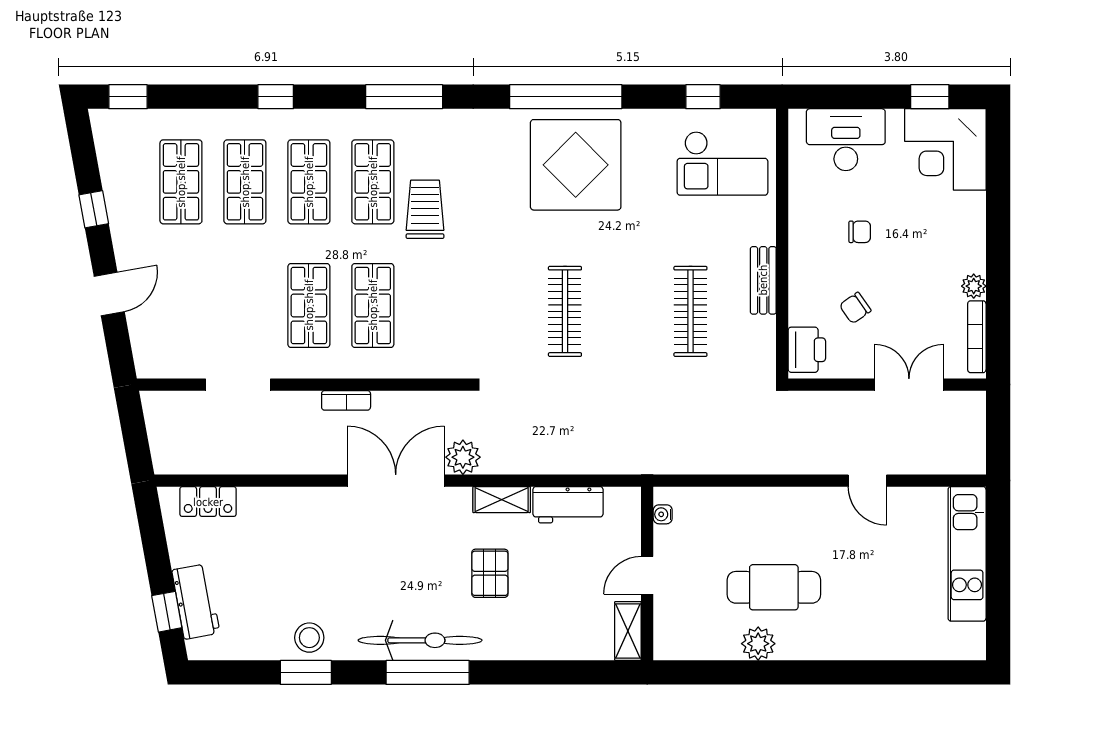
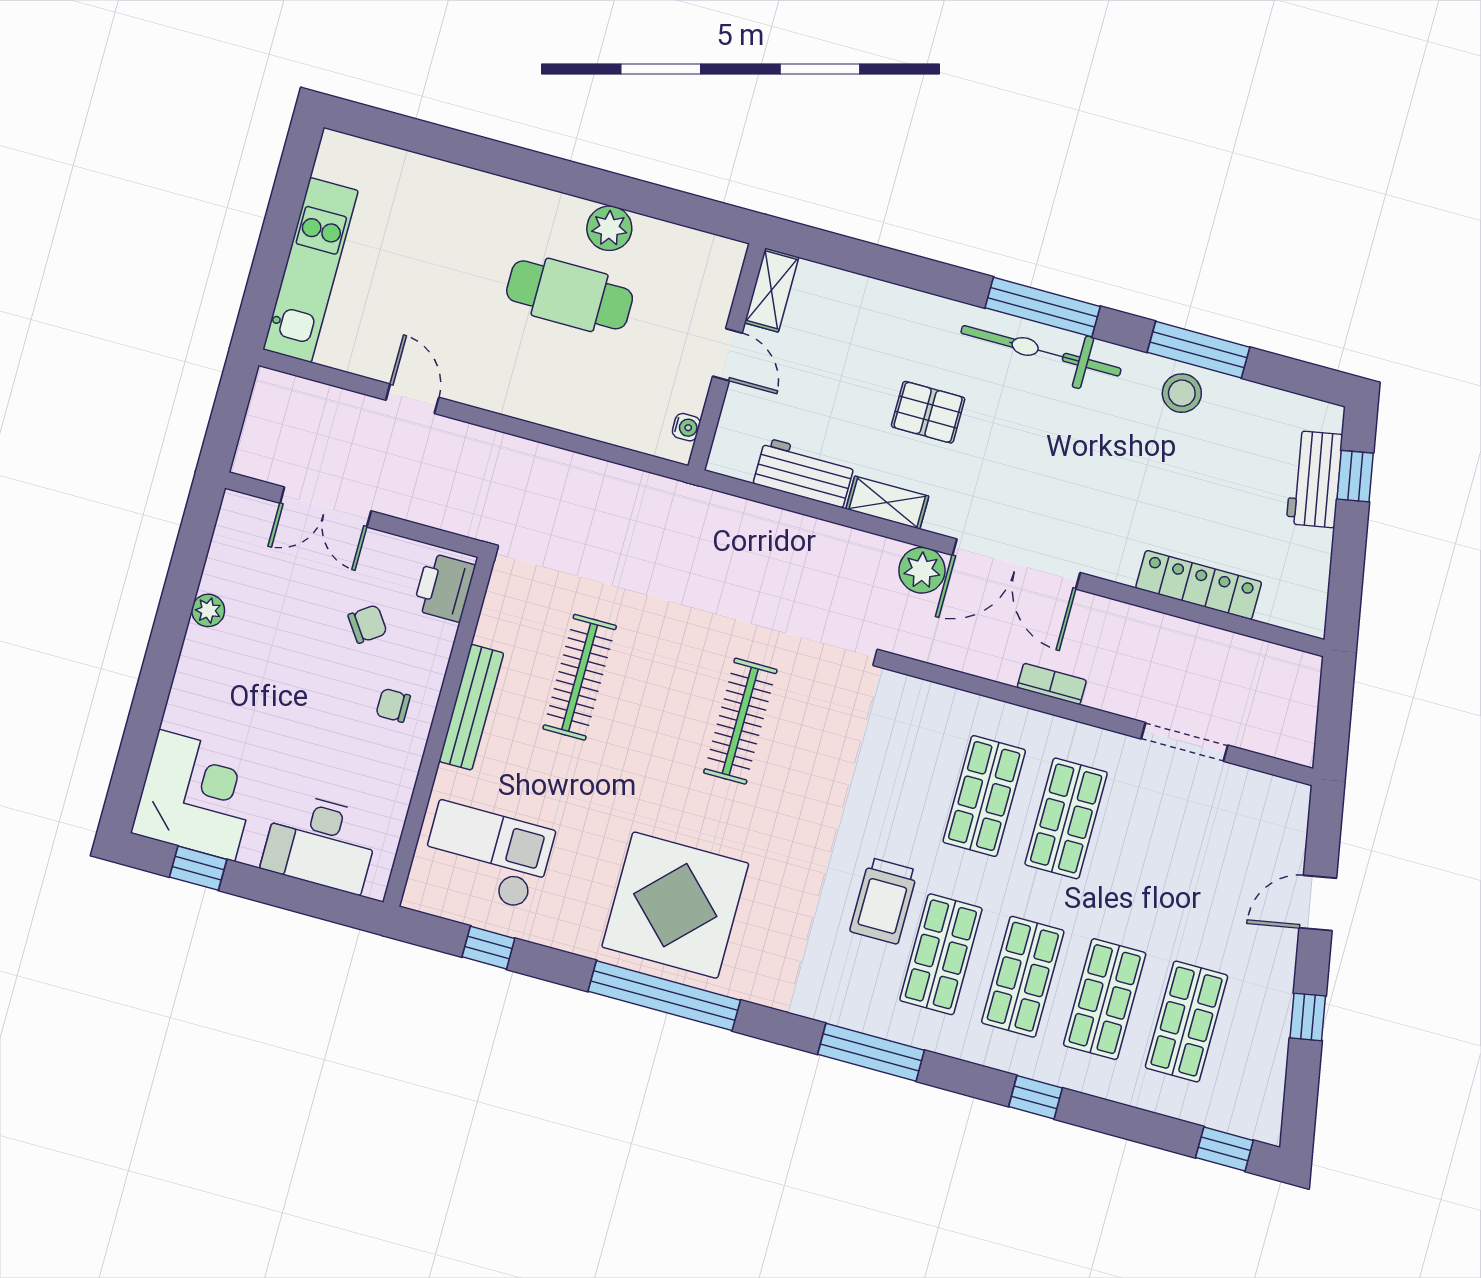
chair: (860, 232) -> (393, 705), moved
bench: (763, 280) -> (471, 707), width x1.36
bookcase: (977, 337) -> (222, 545), removed
locker: (208, 502) -> (1199, 585), moved, width x1.53
pallet: (490, 573) -> (928, 412), turned 90
door: (647, 575) -> (727, 355), hinge flipped
window: (306, 672) -> (1199, 350), width x1.44

